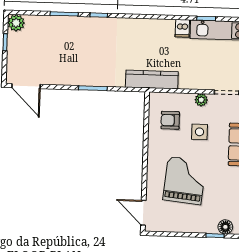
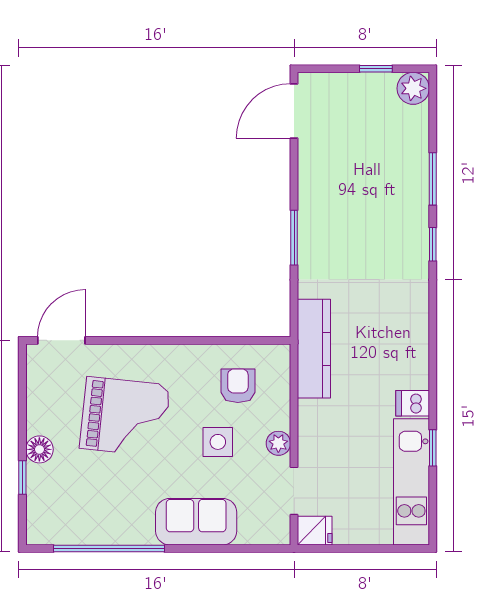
floor lamp: (225, 227) -> (39, 449), moved

